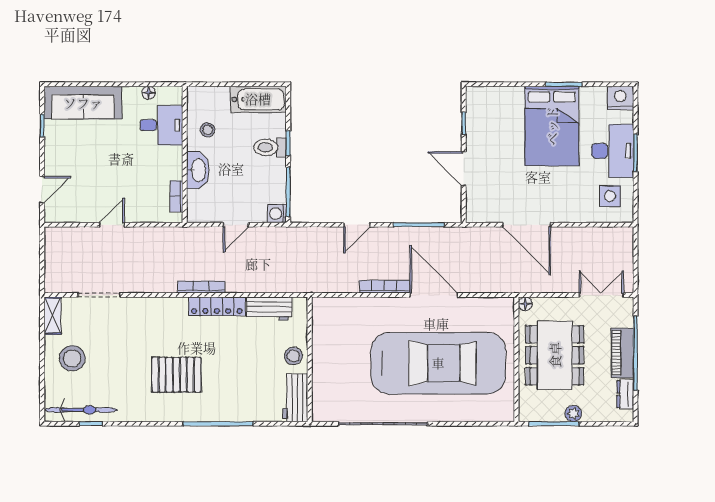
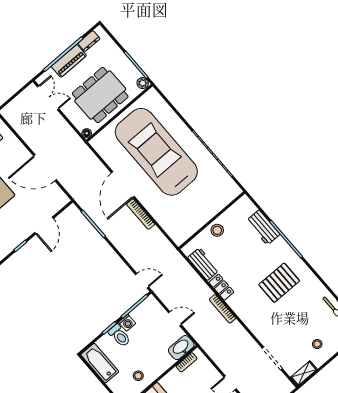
washbasin: (198, 170) -> (181, 348), moved
washing machine: (277, 214) -> (127, 323), moved
door: (357, 225) -> (142, 281), moved
door: (527, 225) -> (45, 168), swing flipped
double door: (601, 295) -> (48, 98), swing flipped
locker: (217, 306) -> (221, 287), width x0.66
stool: (72, 358) -> (317, 344), width x0.53, depth x0.53
pallet: (176, 375) -> (279, 283), turned 90
workbench: (295, 398) -> (263, 227), moved, turned 90
plant: (573, 414) -> (143, 83), moved

